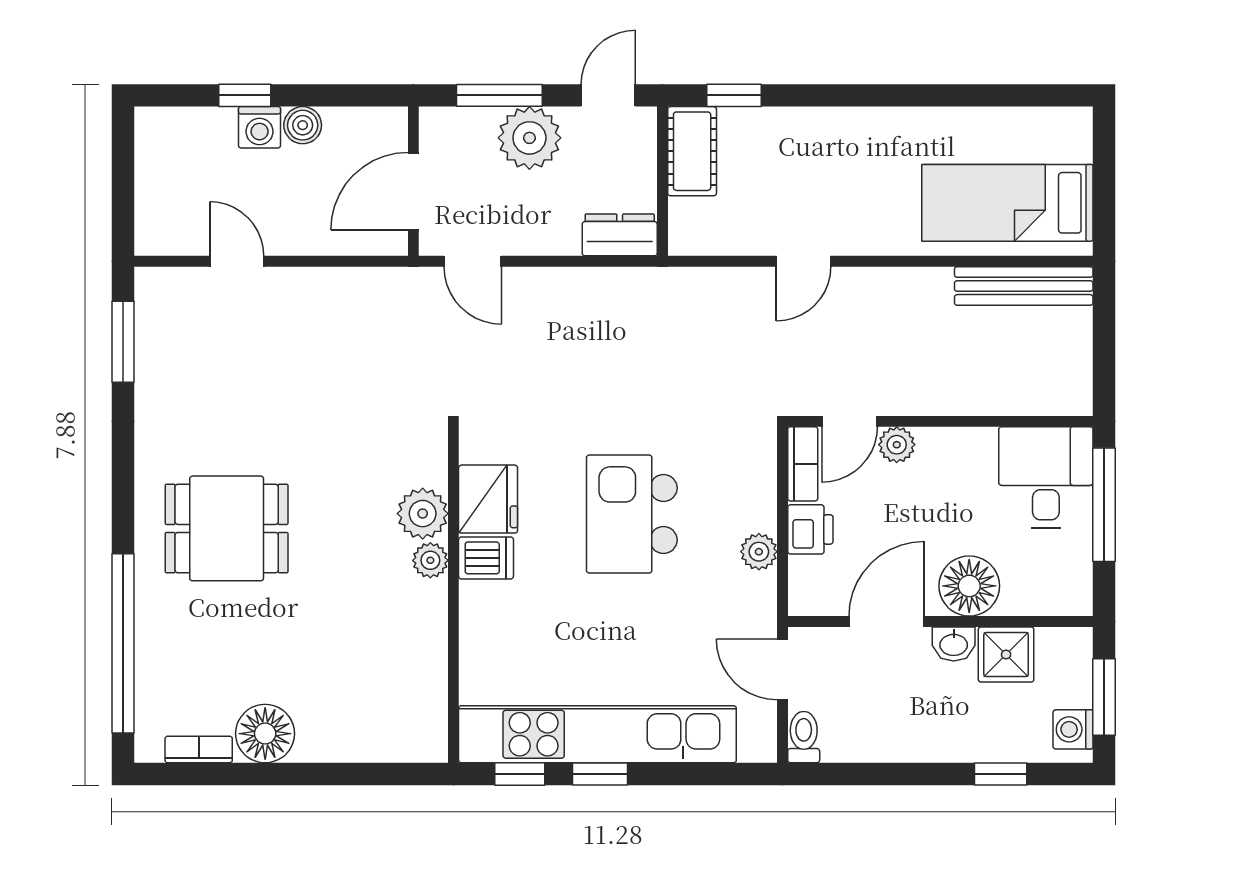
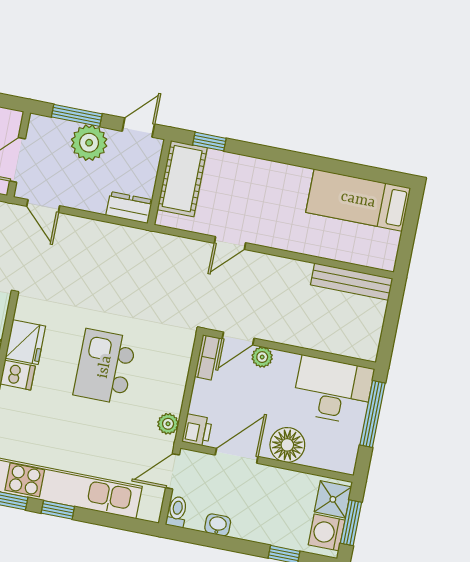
cot: (692, 151) -> (182, 179), width x1.37, depth x1.34
bed: (1007, 203) -> (358, 200), moved
desk: (1046, 477) -> (333, 390), width x1.37
printer: (810, 529) -> (197, 430), moved
plant: (759, 552) -> (168, 424), moved
washbasin: (954, 644) -> (218, 525), moved, turned 180
shower: (1006, 655) -> (333, 499), moved
door: (782, 670) -> (173, 471), hinge flipped
washing machine: (1073, 729) -> (327, 532), width x1.38, depth x1.38

